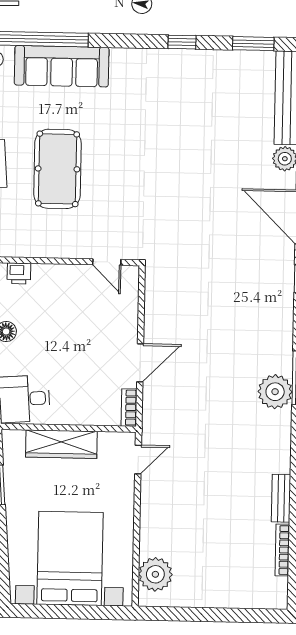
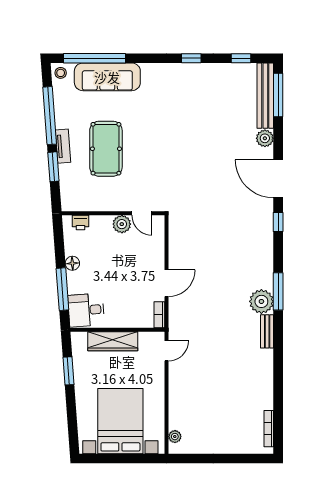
window: (253, 44) -> (241, 58), width x0.67
plant: (78, 277) -> (122, 224), added
bench: (281, 498) -> (267, 331), moved
bookcase: (282, 550) -> (269, 429), moved
plant: (155, 574) -> (175, 437), width x0.53, depth x0.53

